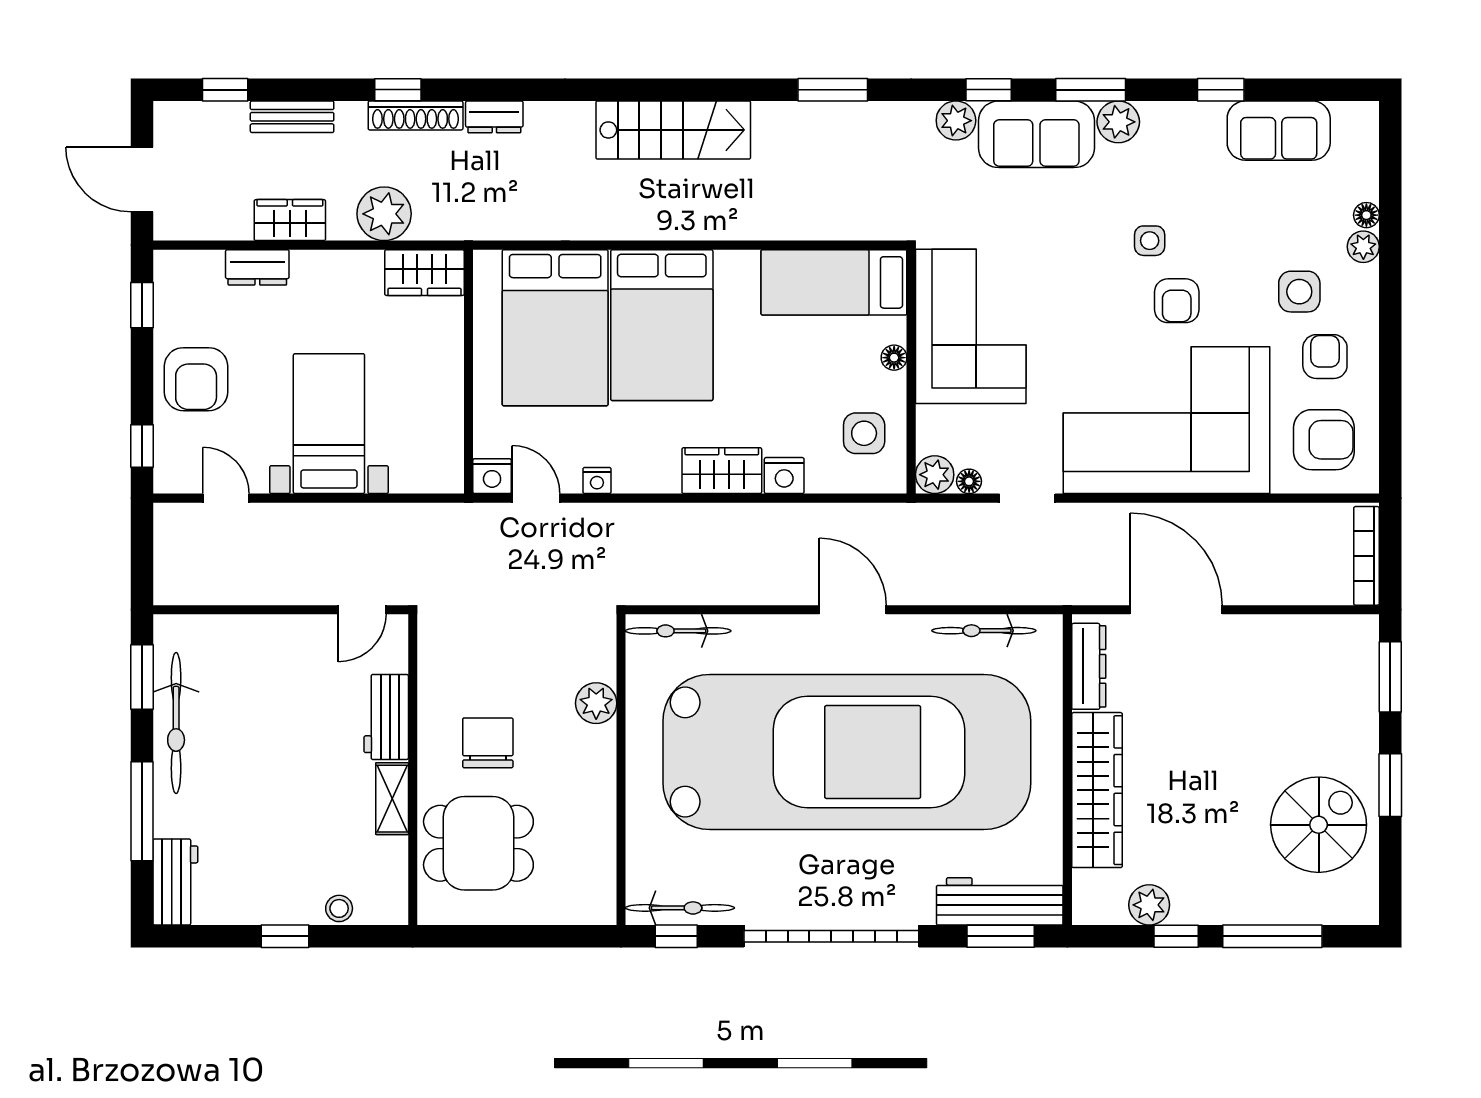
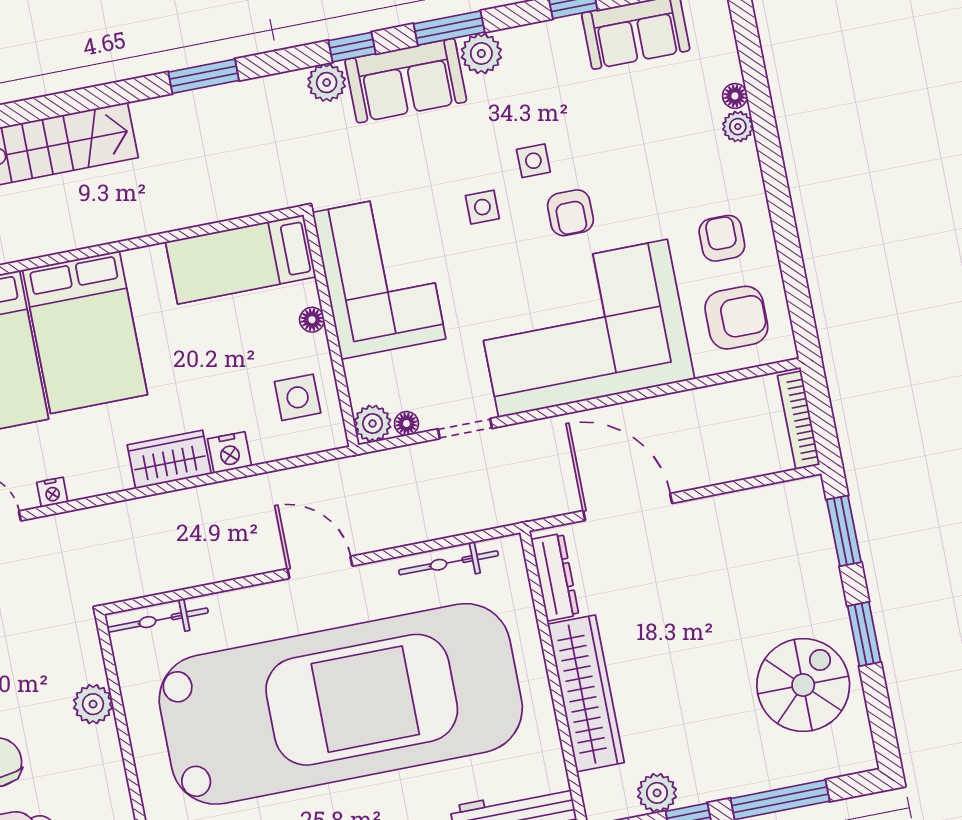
side table: (1299, 292) -> (482, 207), moved, width x0.73, depth x0.73

